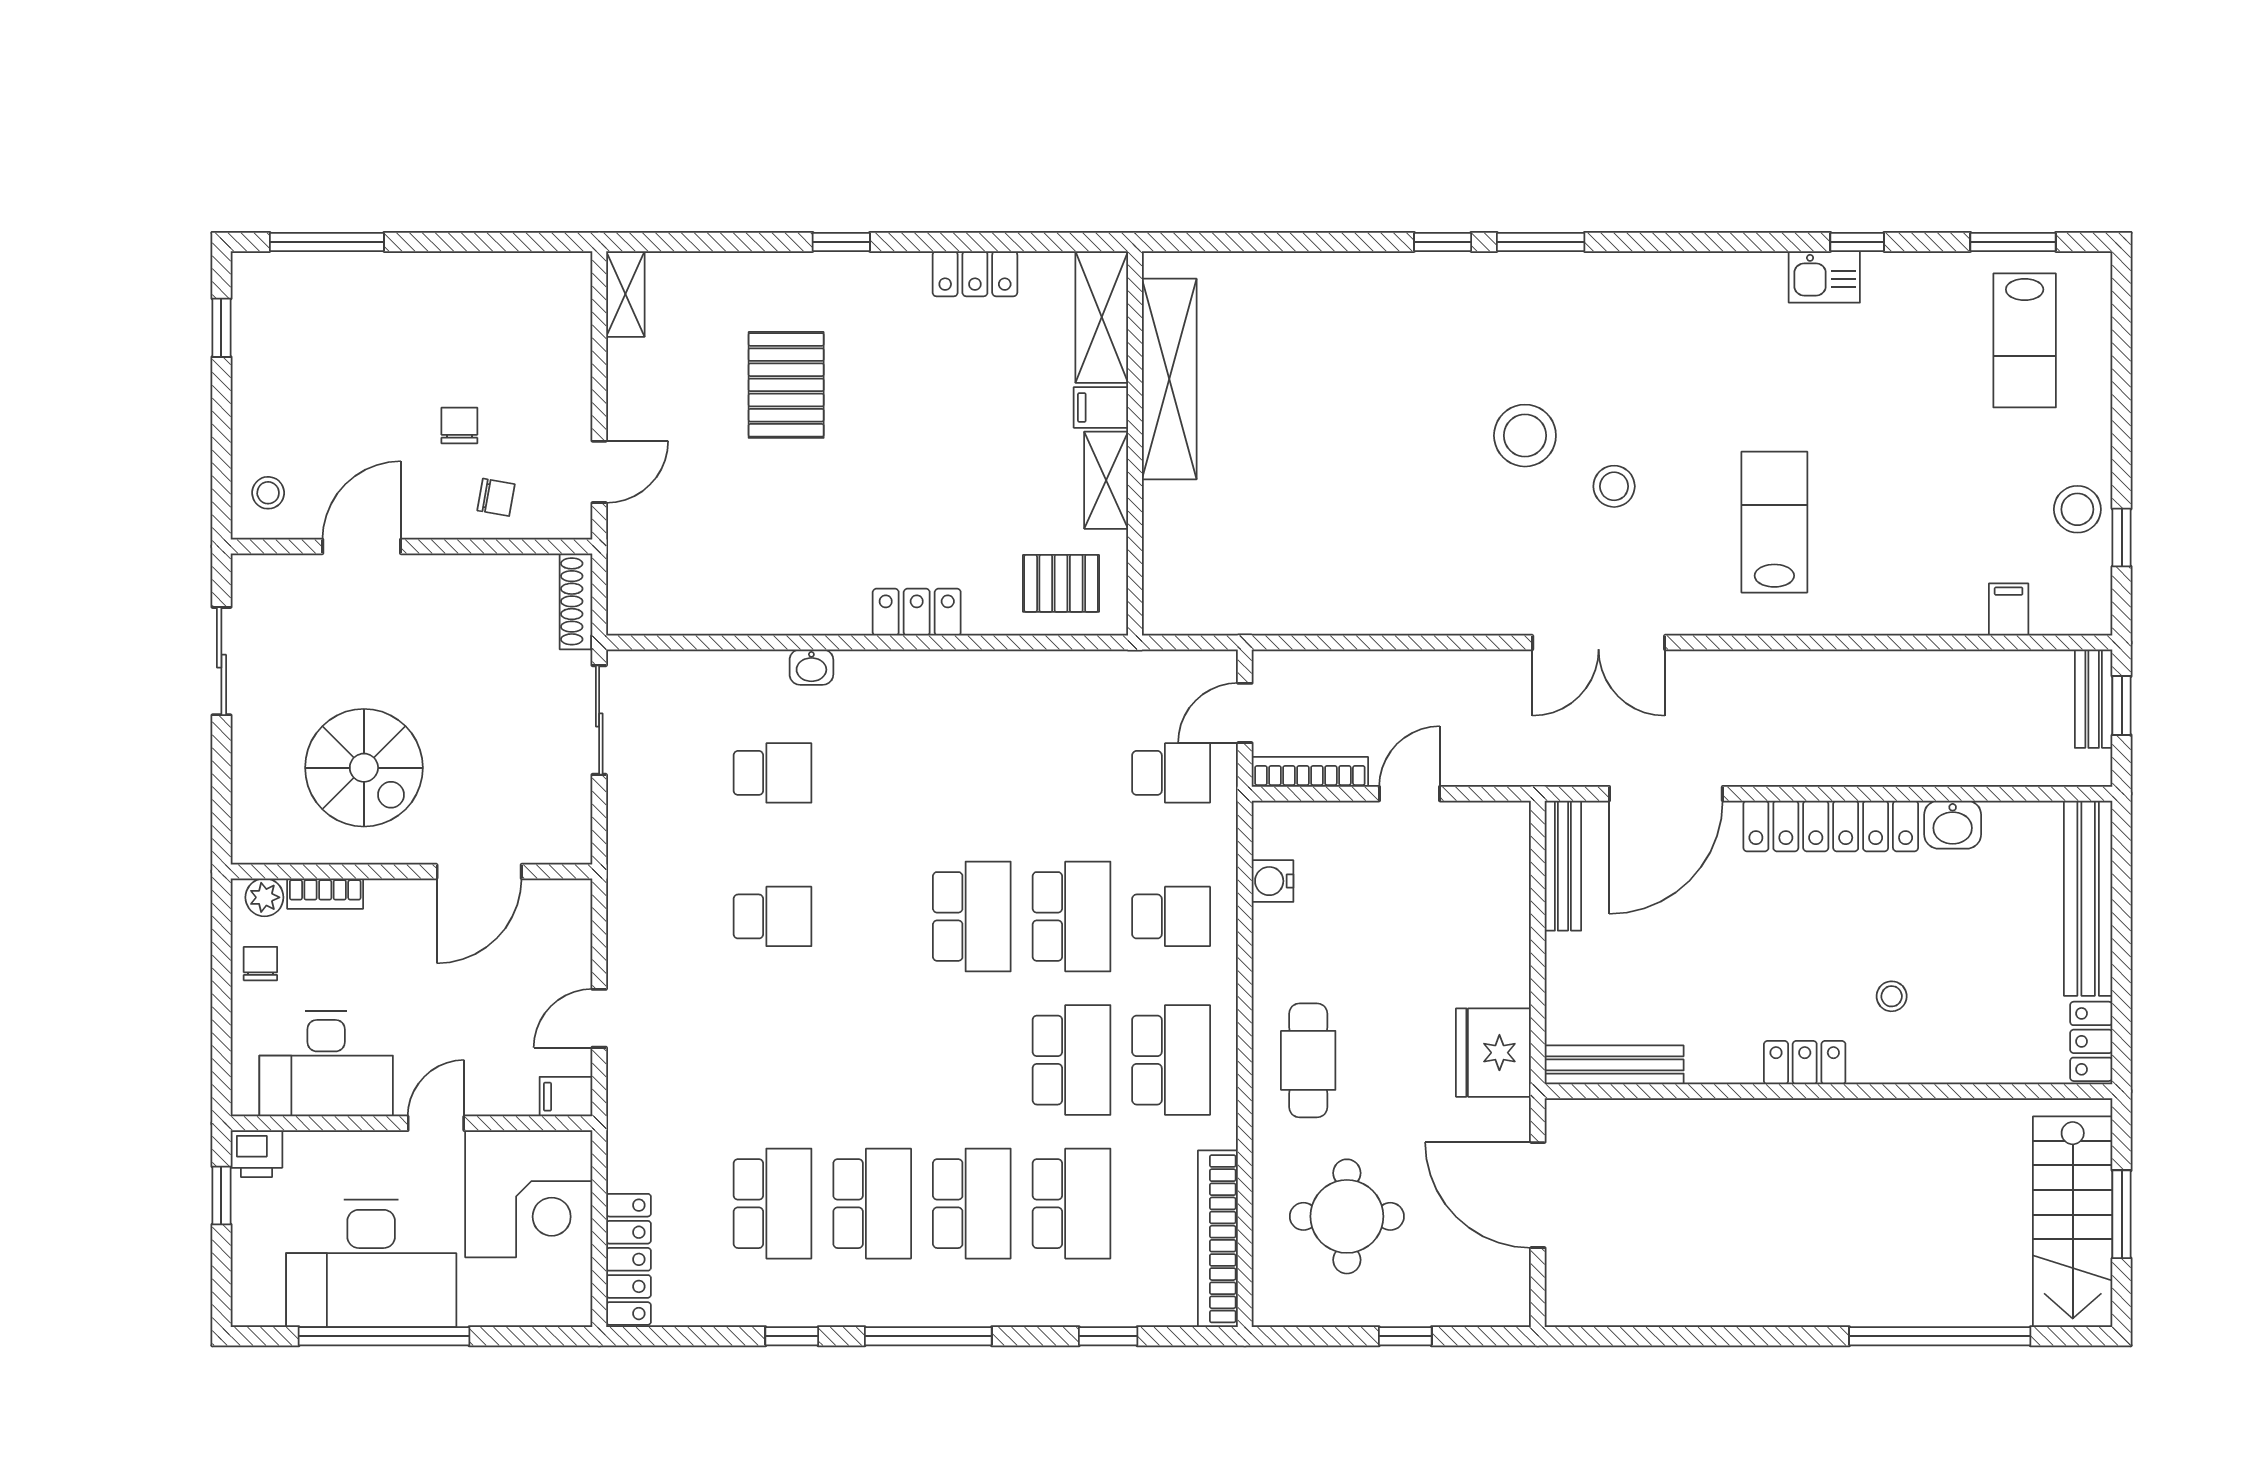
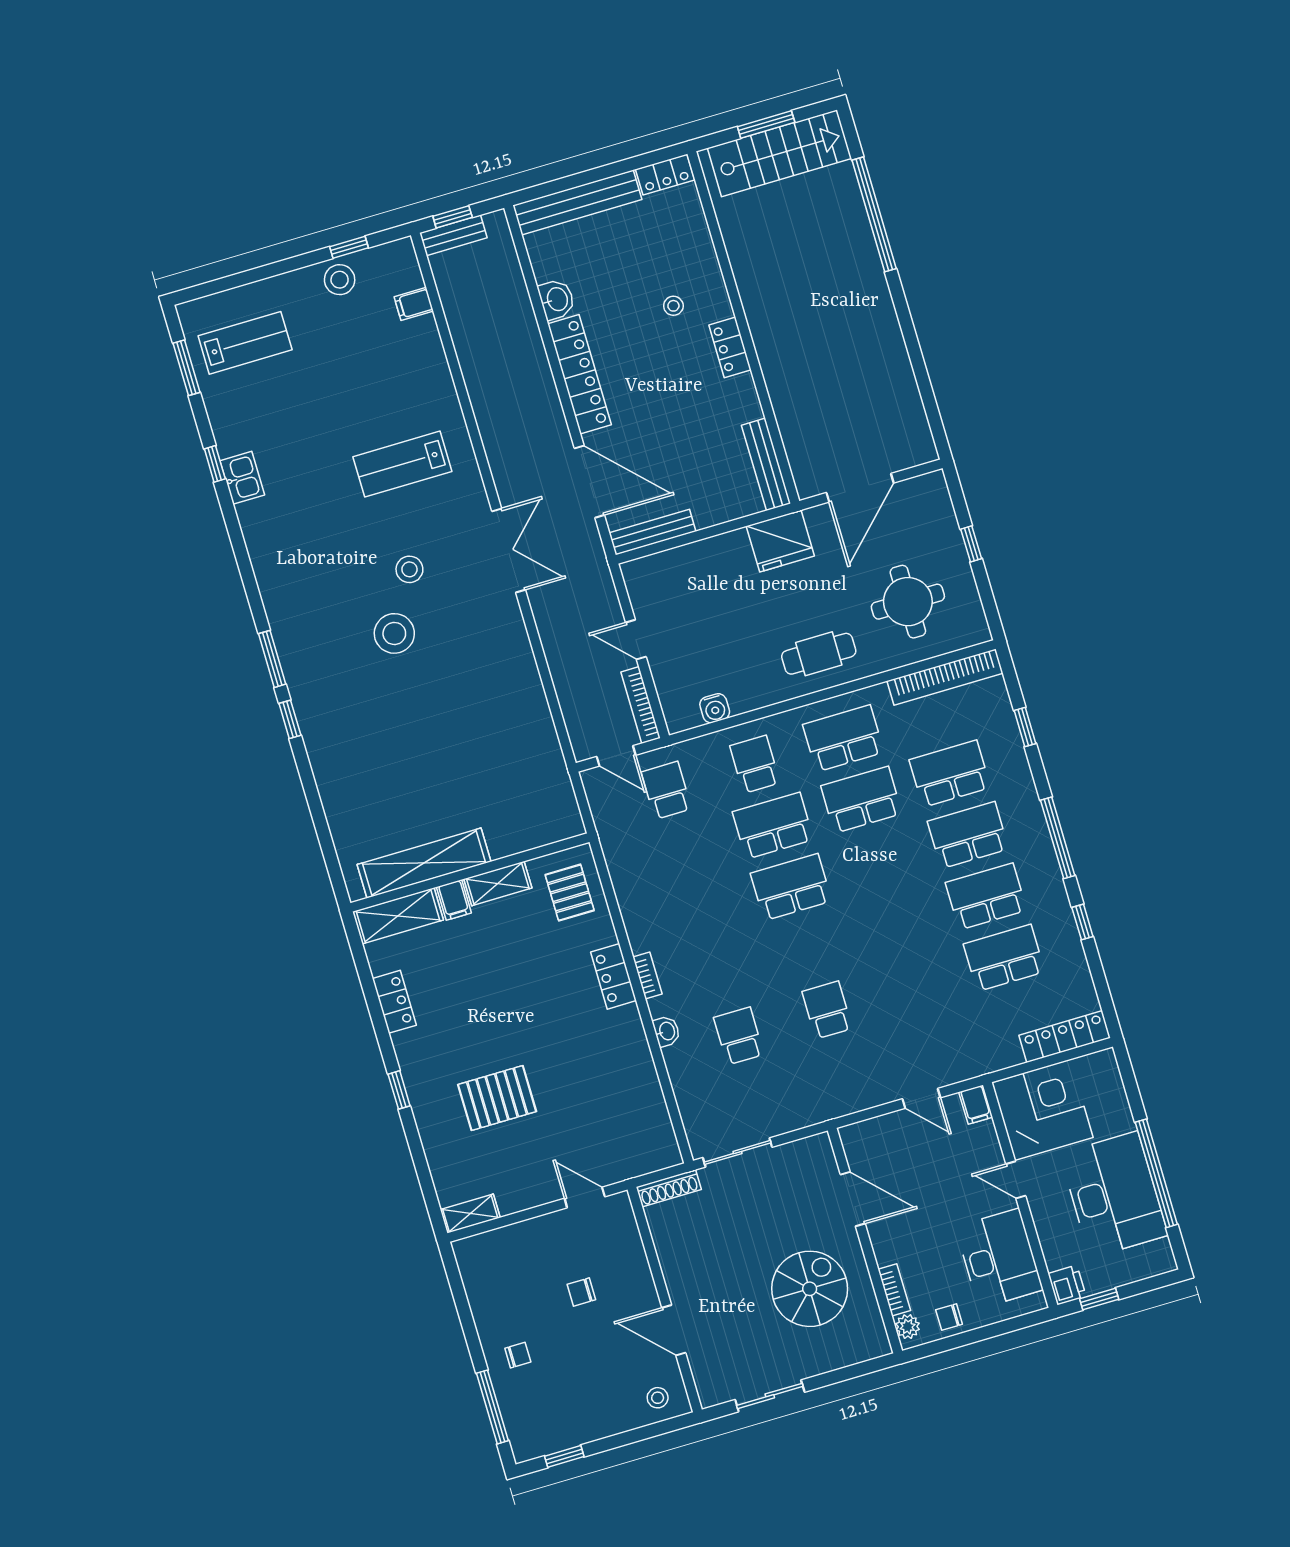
chair: (496, 497) -> (518, 1355), moved, turned 80
bookcase: (903, 663) -> (647, 976), added

